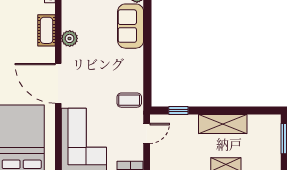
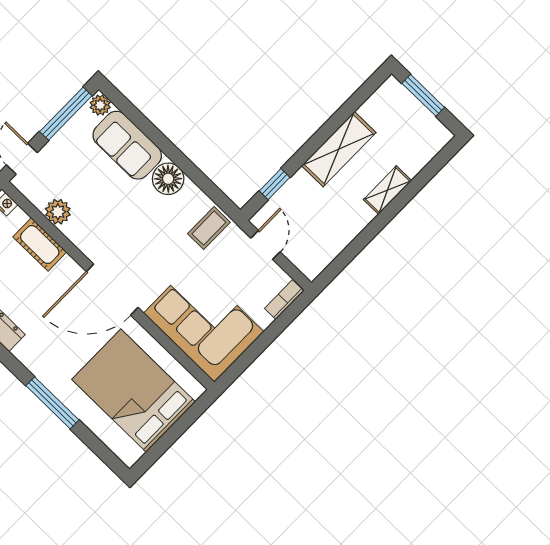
plant: (70, 38) -> (58, 212), moved
floor lamp: (134, 60) -> (168, 179), added

